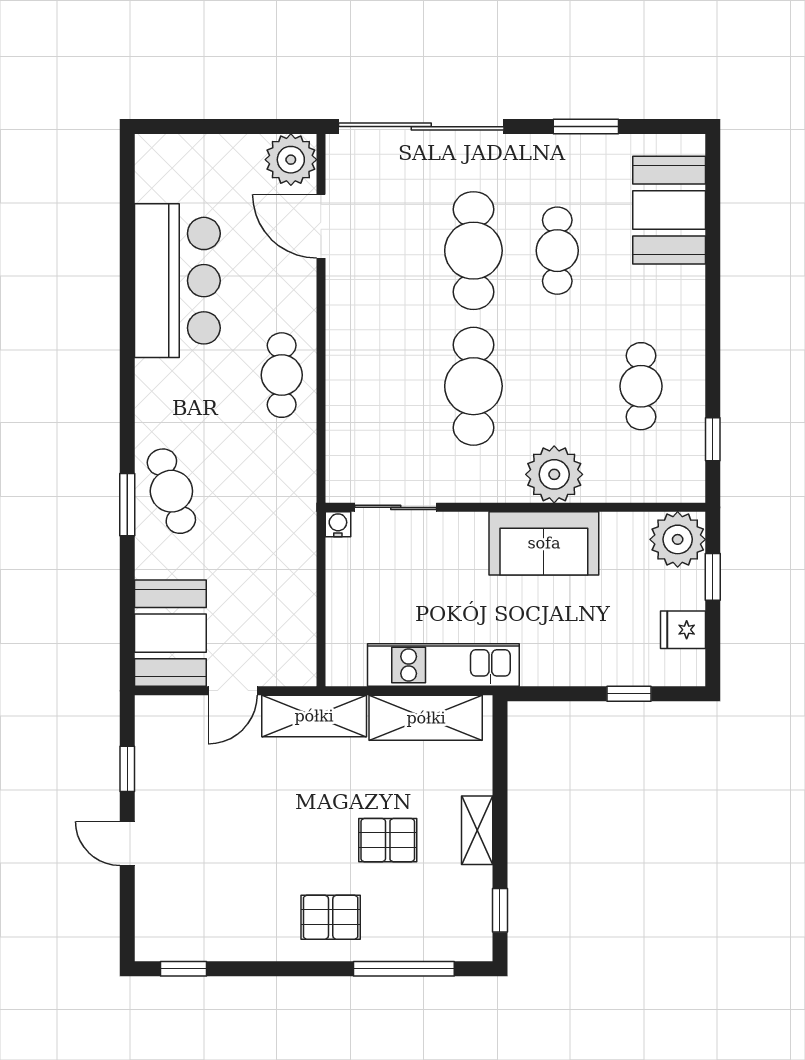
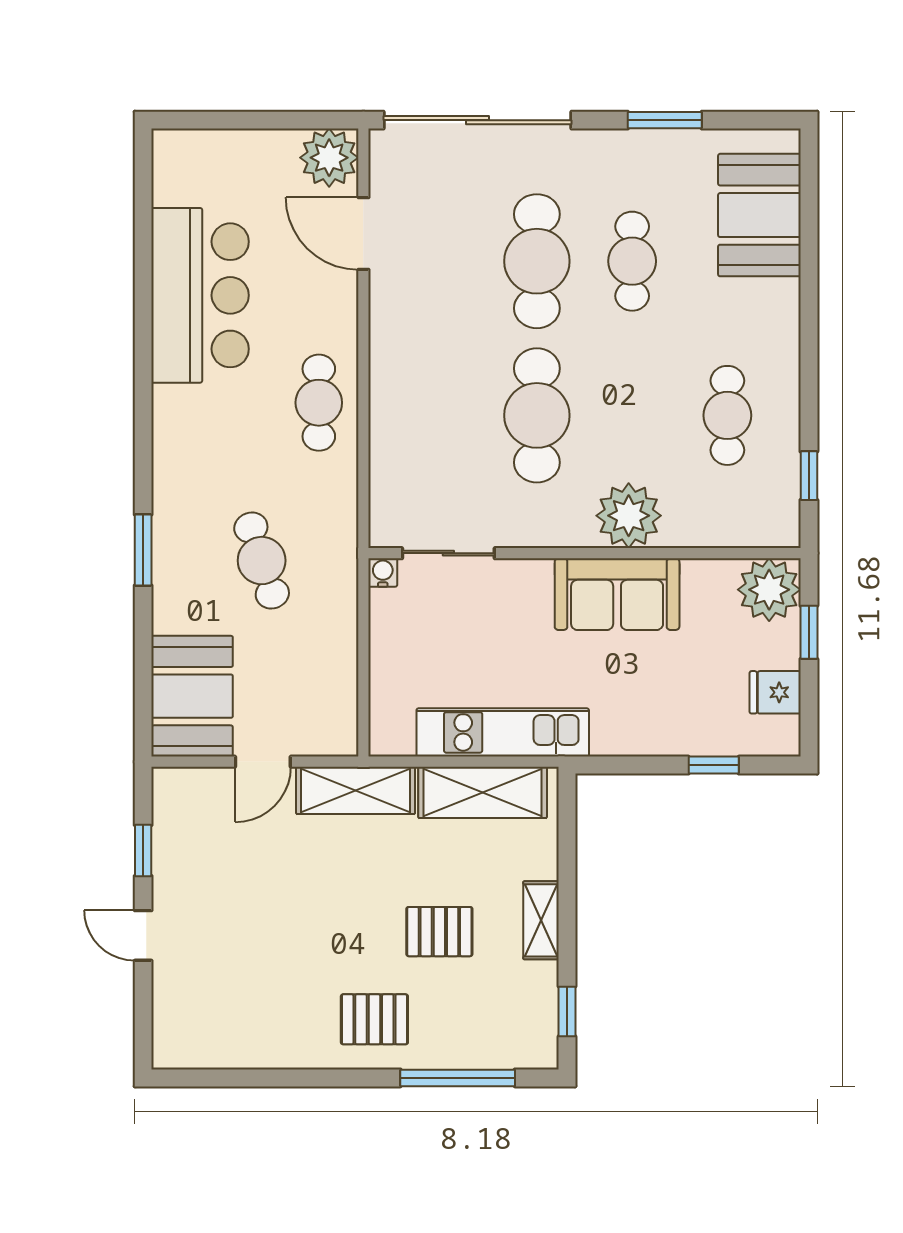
cafe table: (171, 491) -> (262, 561), moved
window: (184, 969) -> (207, 1078), removed

